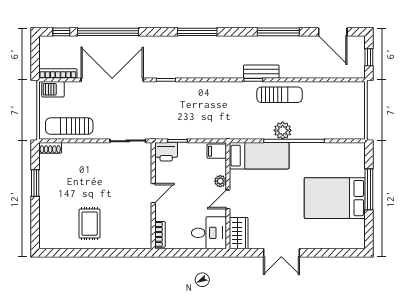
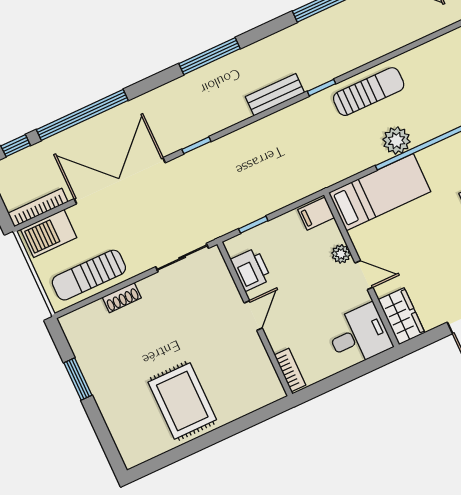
bench: (261, 72) -> (275, 95), moved
barbecue: (53, 89) -> (49, 233), width x1.38, depth x1.27
shoe rack: (50, 148) -> (122, 298), moved
printer: (166, 152) -> (251, 269), moved, turned -90
door: (228, 199) -> (364, 275), swing flipped
rug: (90, 224) -> (182, 401), width x1.36, depth x1.43

